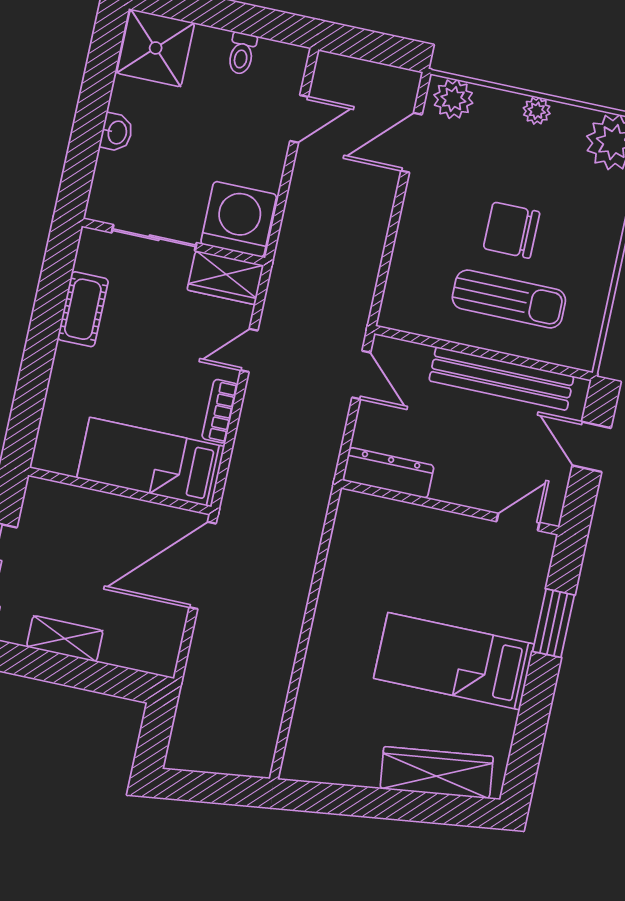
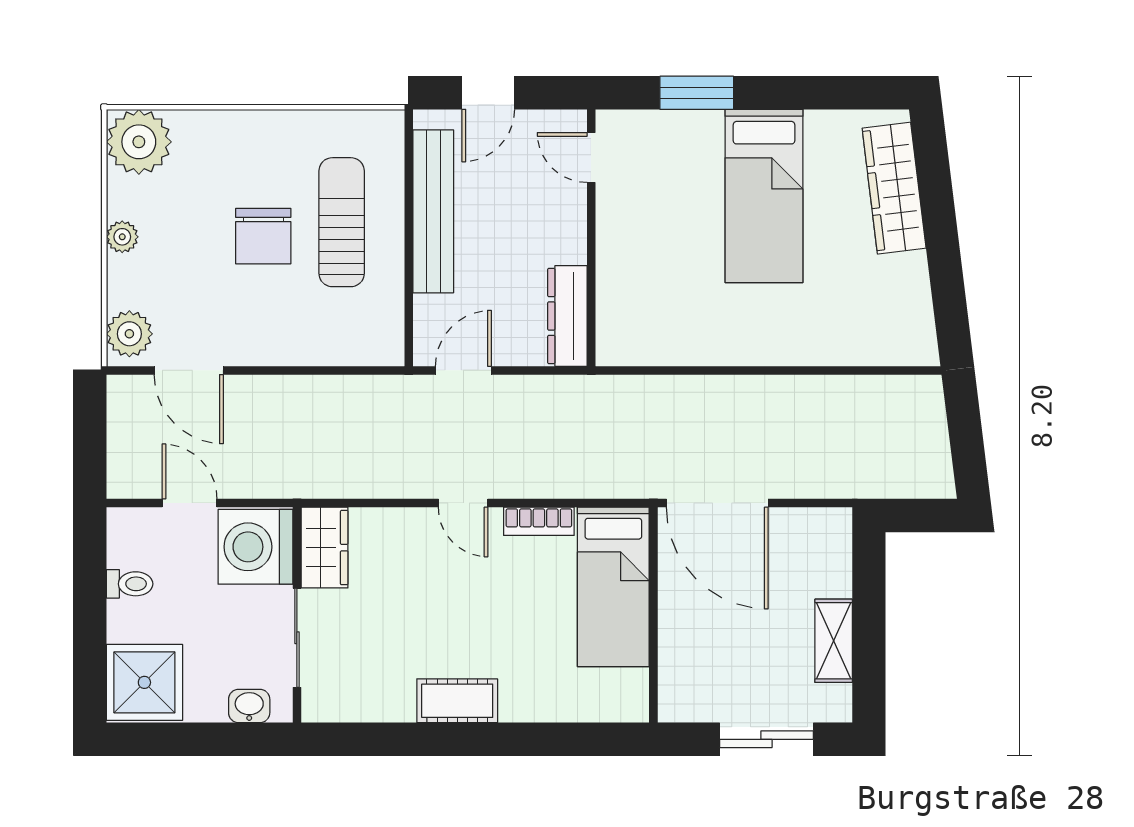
washing machine: (239, 219) -> (255, 547), moved
sliding door: (154, 238) -> (297, 638), moved
wall: (173, 242) -> (297, 615), moved
wardrobe: (225, 278) -> (325, 548), moved

